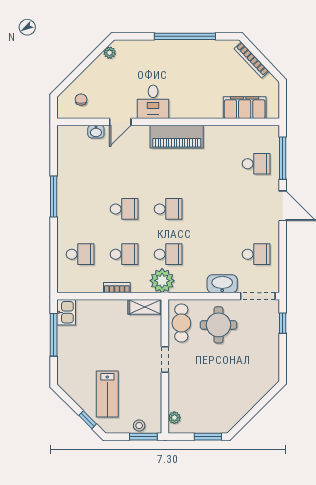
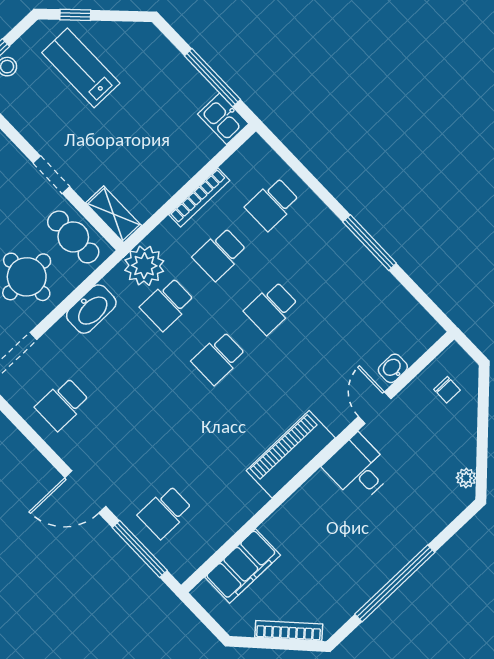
washbasin: (222, 284) -> (91, 309), moved
bookcase: (117, 288) -> (199, 197), width x1.56
shelving: (145, 307) -> (114, 214), moved, turned 90

